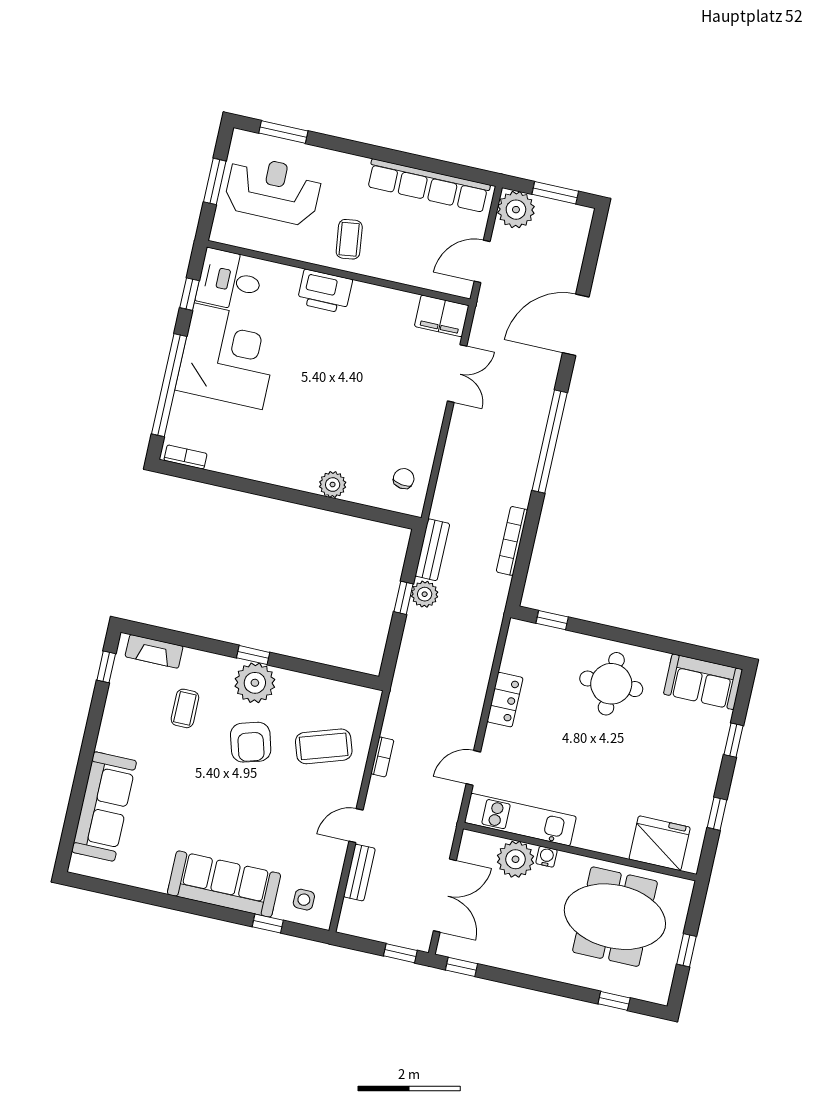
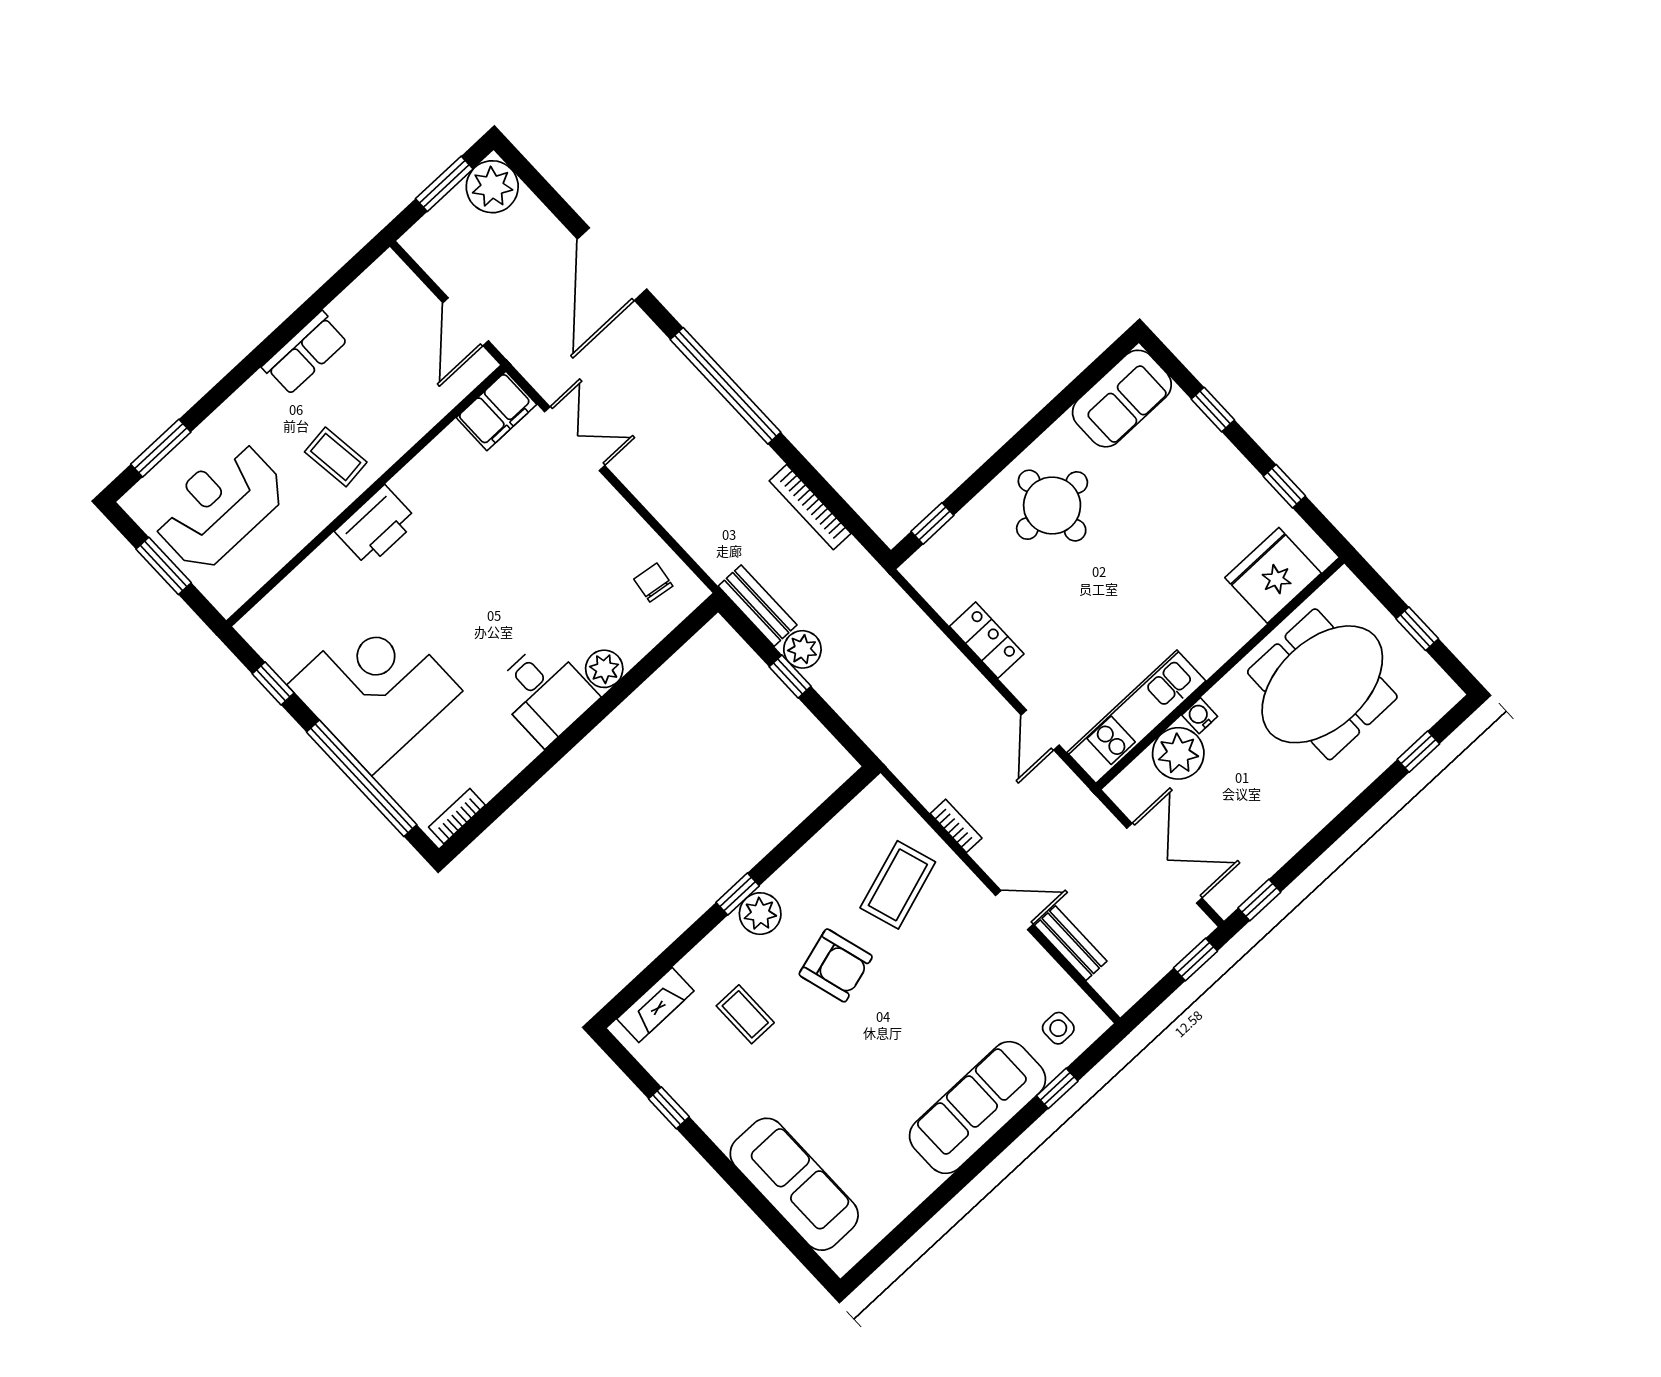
row of seats: (428, 186) -> (305, 353), width x0.50
plant: (516, 210) -> (492, 187), moved
desk: (230, 280) -> (545, 693), moved, turned -90
window: (106, 667) -> (669, 1108), moved
plant: (255, 683) -> (760, 914), width x0.73, depth x0.73
door: (356, 826) -> (1014, 910), swing flipped

